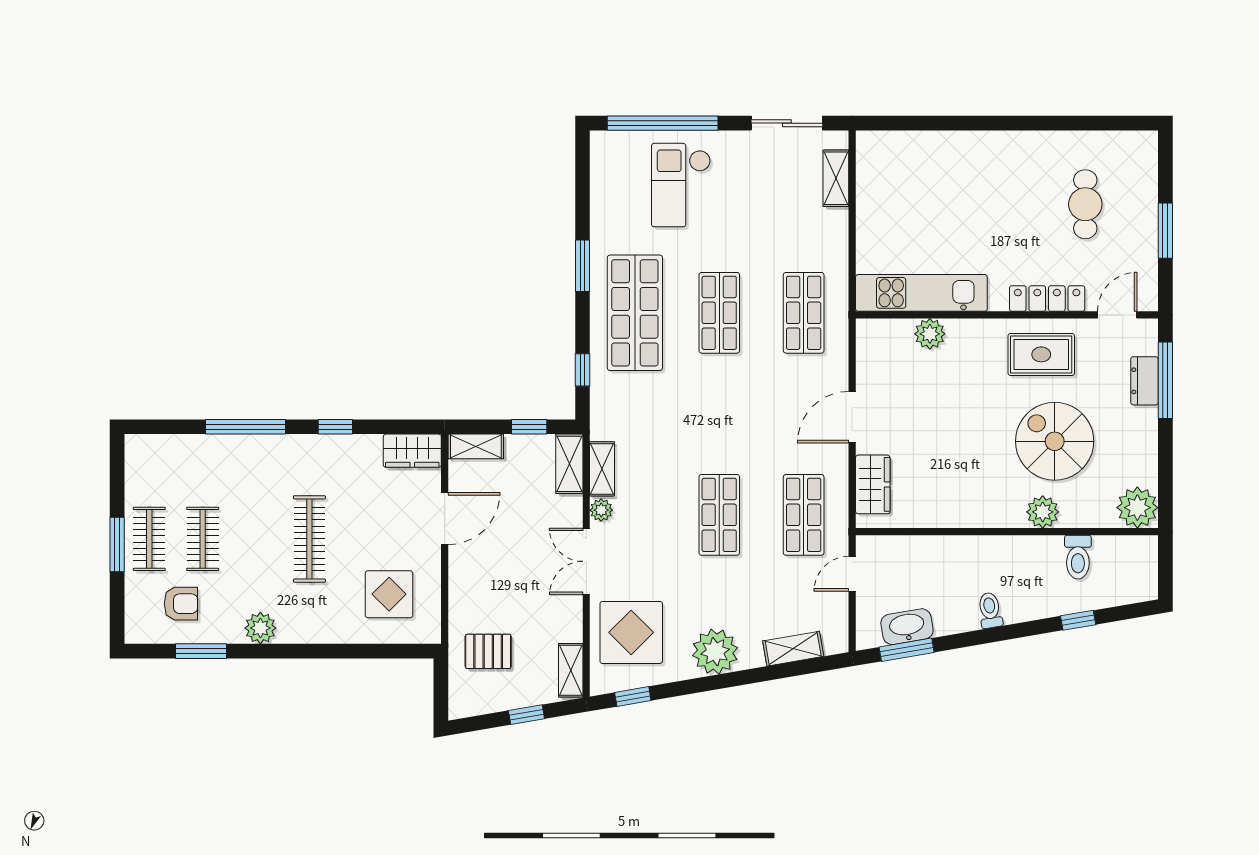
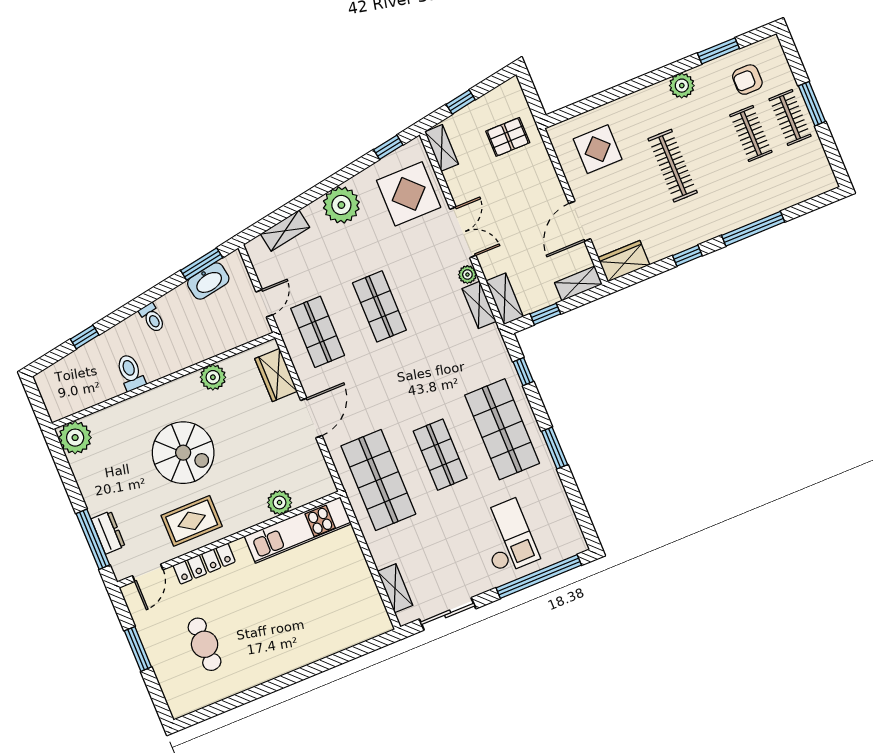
shop shelf: (804, 313) -> (378, 480), width x1.43, depth x1.36
spiral stairs: (1055, 441) -> (183, 453), moved
plant: (1043, 512) -> (213, 377), moved
toilet: (1078, 557) -> (131, 372), moved

